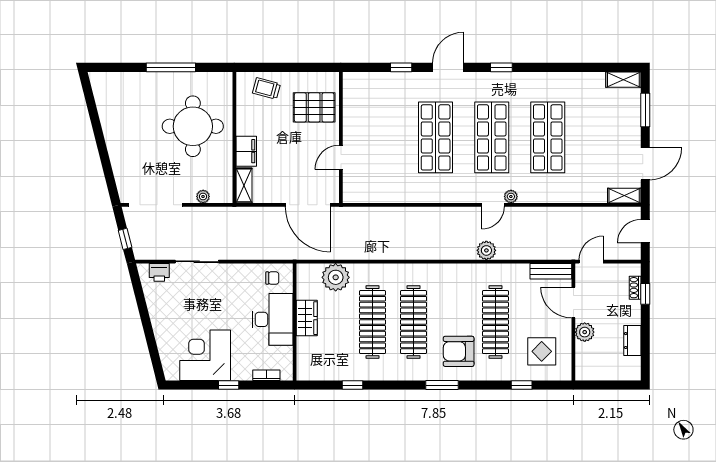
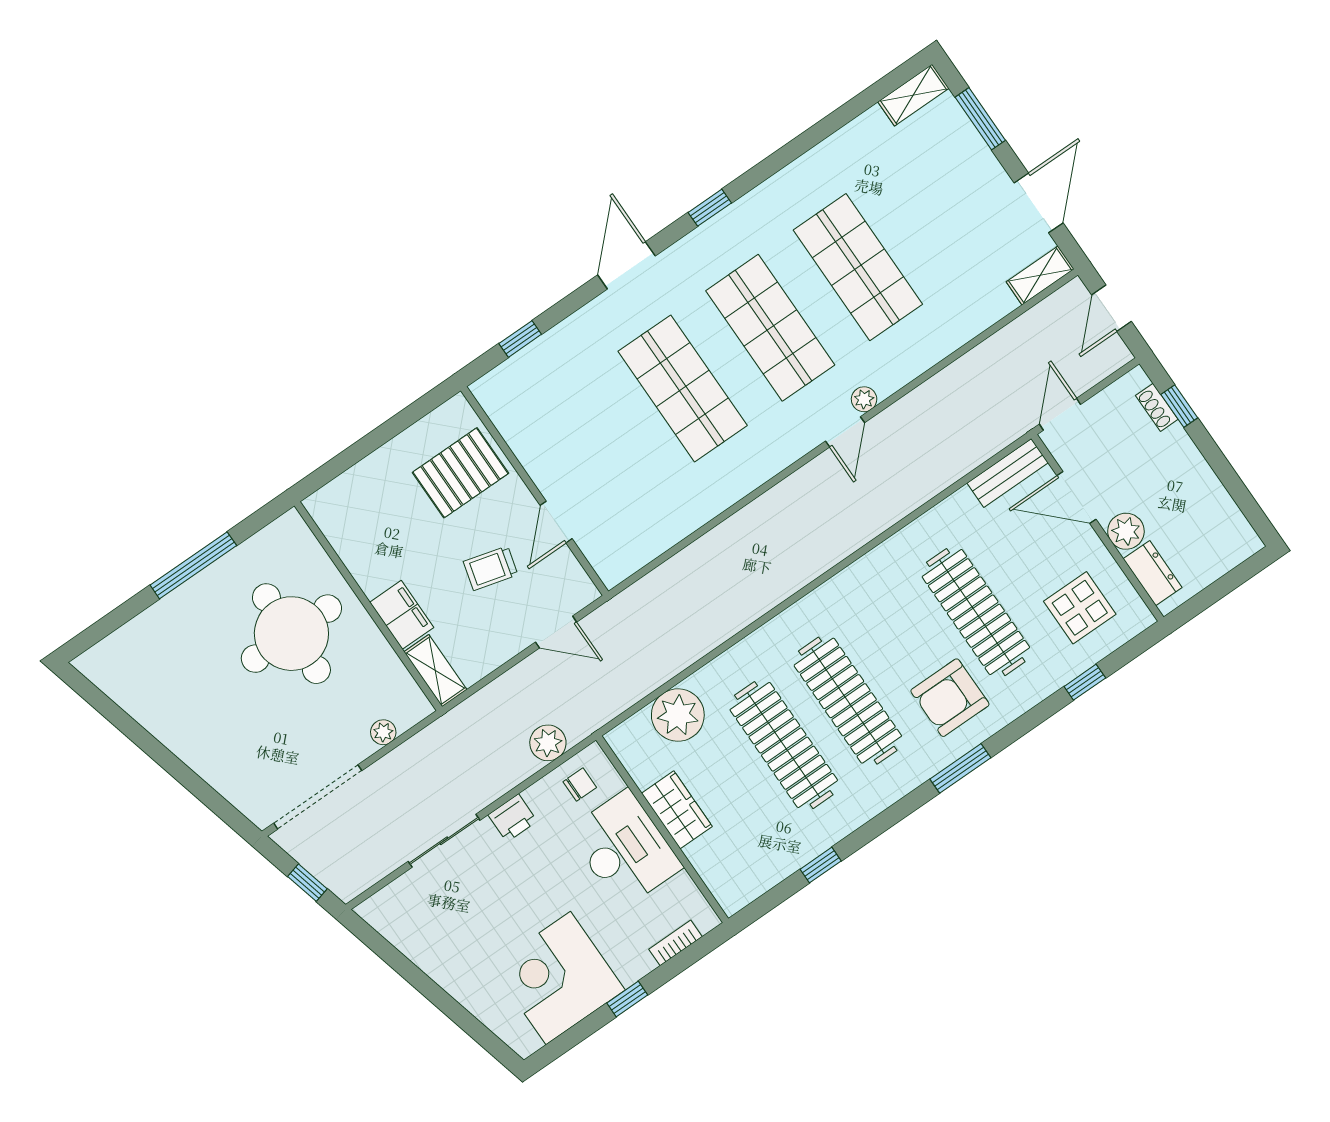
window: (401, 67) -> (520, 339), moved
trolley: (266, 88) -> (491, 568), moved
door: (308, 205) -> (556, 632), width x0.53
plant: (486, 250) -> (548, 743), moved
printer: (159, 272) -> (513, 818), moved
dresser: (632, 341) -> (1153, 573), moved, turned 180

